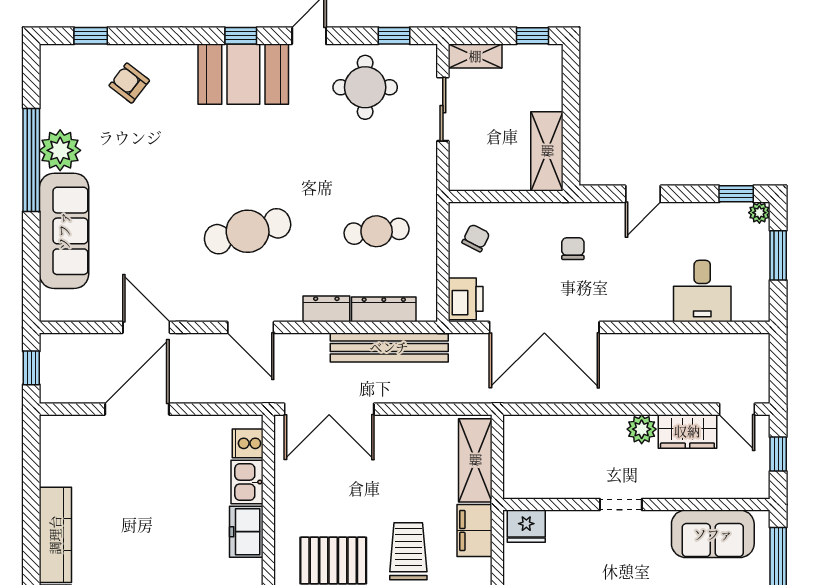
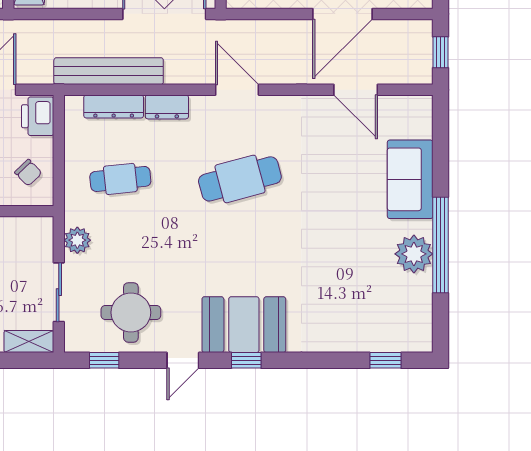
armchair: (129, 83) -> (350, 316), removed
plant: (423, 165) -> (77, 240), added
sofa: (64, 231) -> (410, 179), width x0.73
chair: (476, 238) -> (28, 173), turned -71
door: (146, 327) -> (356, 90), moved

